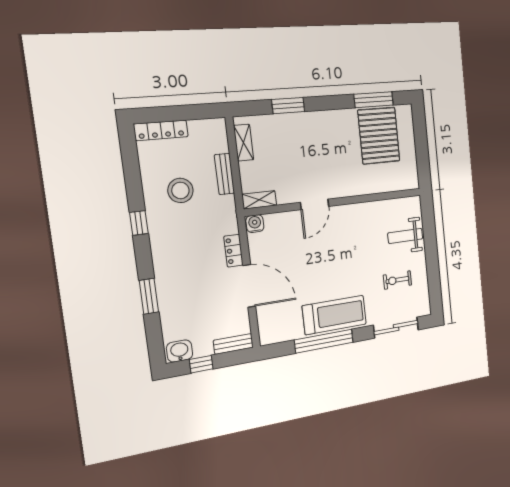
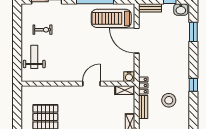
weight bench: (405, 236) -> (34, 57), turned -90
locker: (233, 251) -> (143, 86), moved
window: (149, 296) -> (193, 32), moved
treadmill: (334, 315) -> (111, 18), moved

